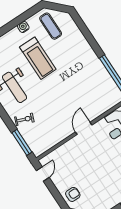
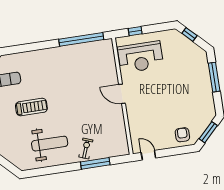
treadmill: (38, 58) -> (31, 107), width x0.73, depth x0.73
window: (22, 142) -> (95, 163), moved

